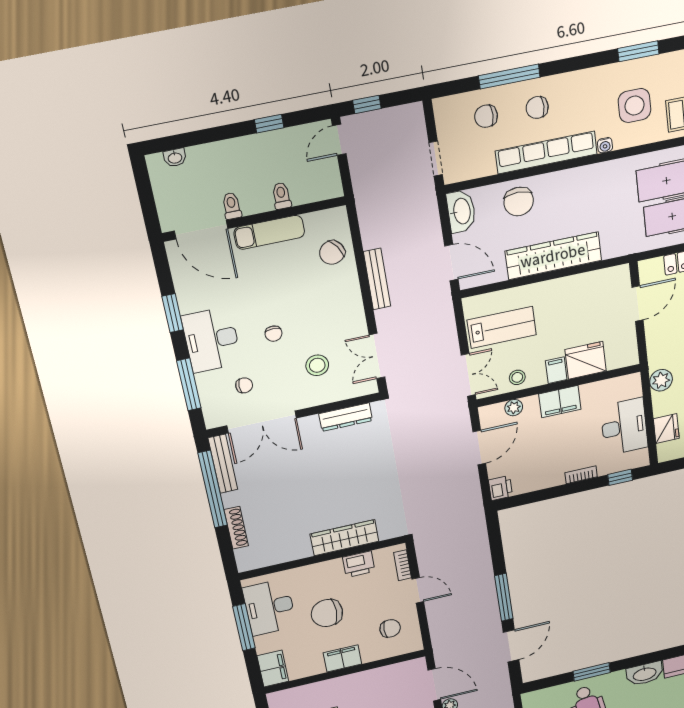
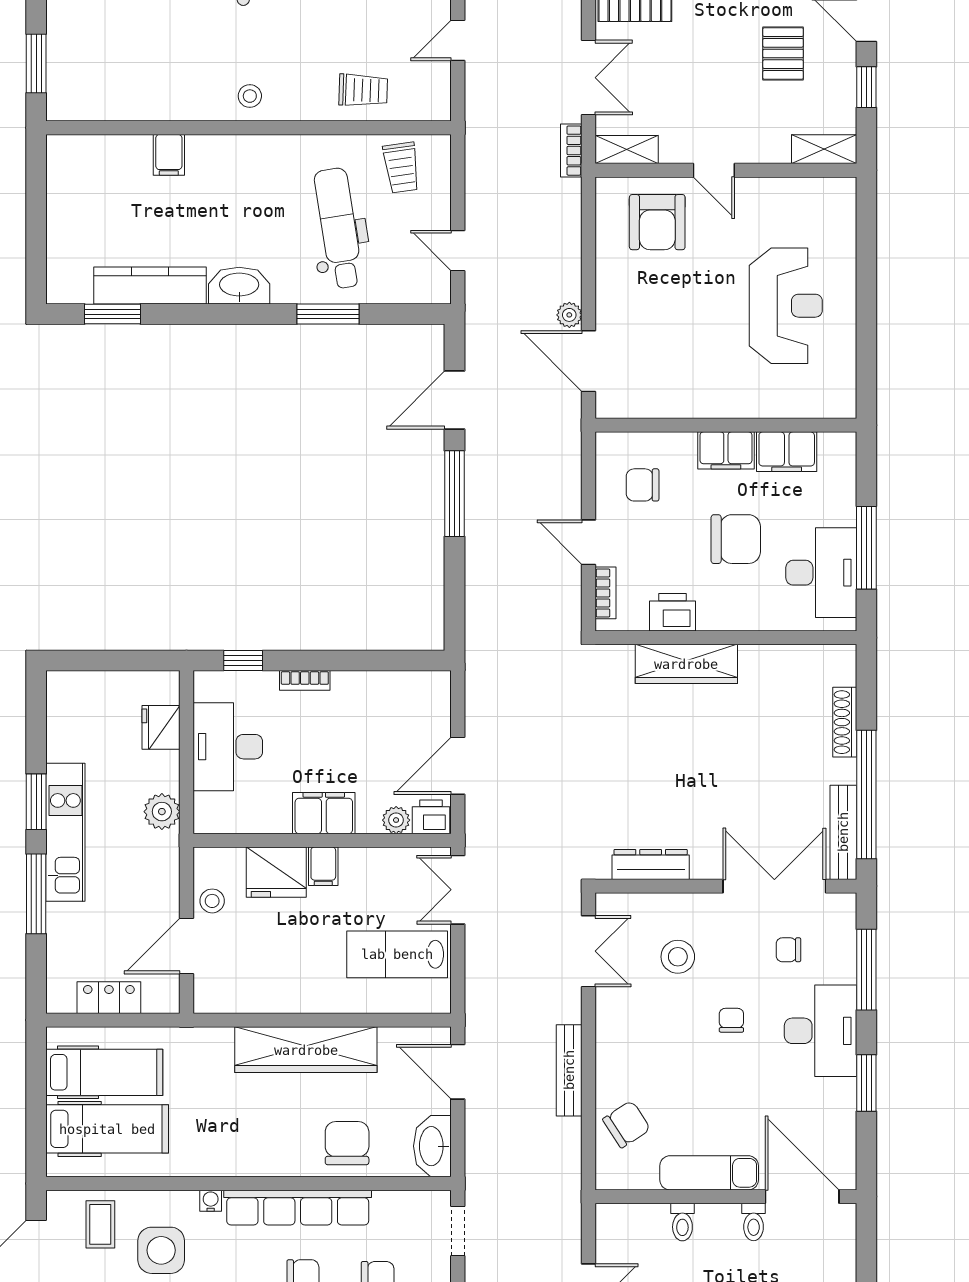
stool: (517, 377) -> (212, 901), moved
printer: (500, 488) -> (431, 817), moved, turned 90
filing cabinet: (273, 669) -> (787, 452), moved, turned -90

